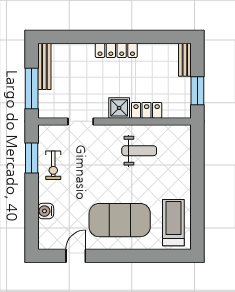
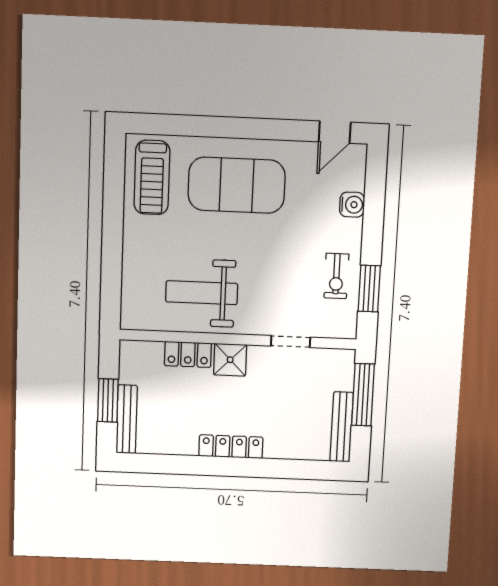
bench: (185, 60) -> (127, 419), width x1.36
window: (197, 91) -> (108, 400), moved
weight bench: (139, 151) -> (202, 293), width x1.36, depth x1.33
exercise bike: (53, 165) -> (336, 276), turned 180
door: (76, 256) -> (335, 132), moved

